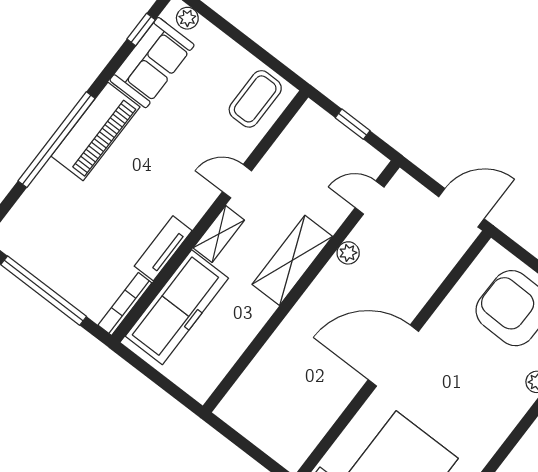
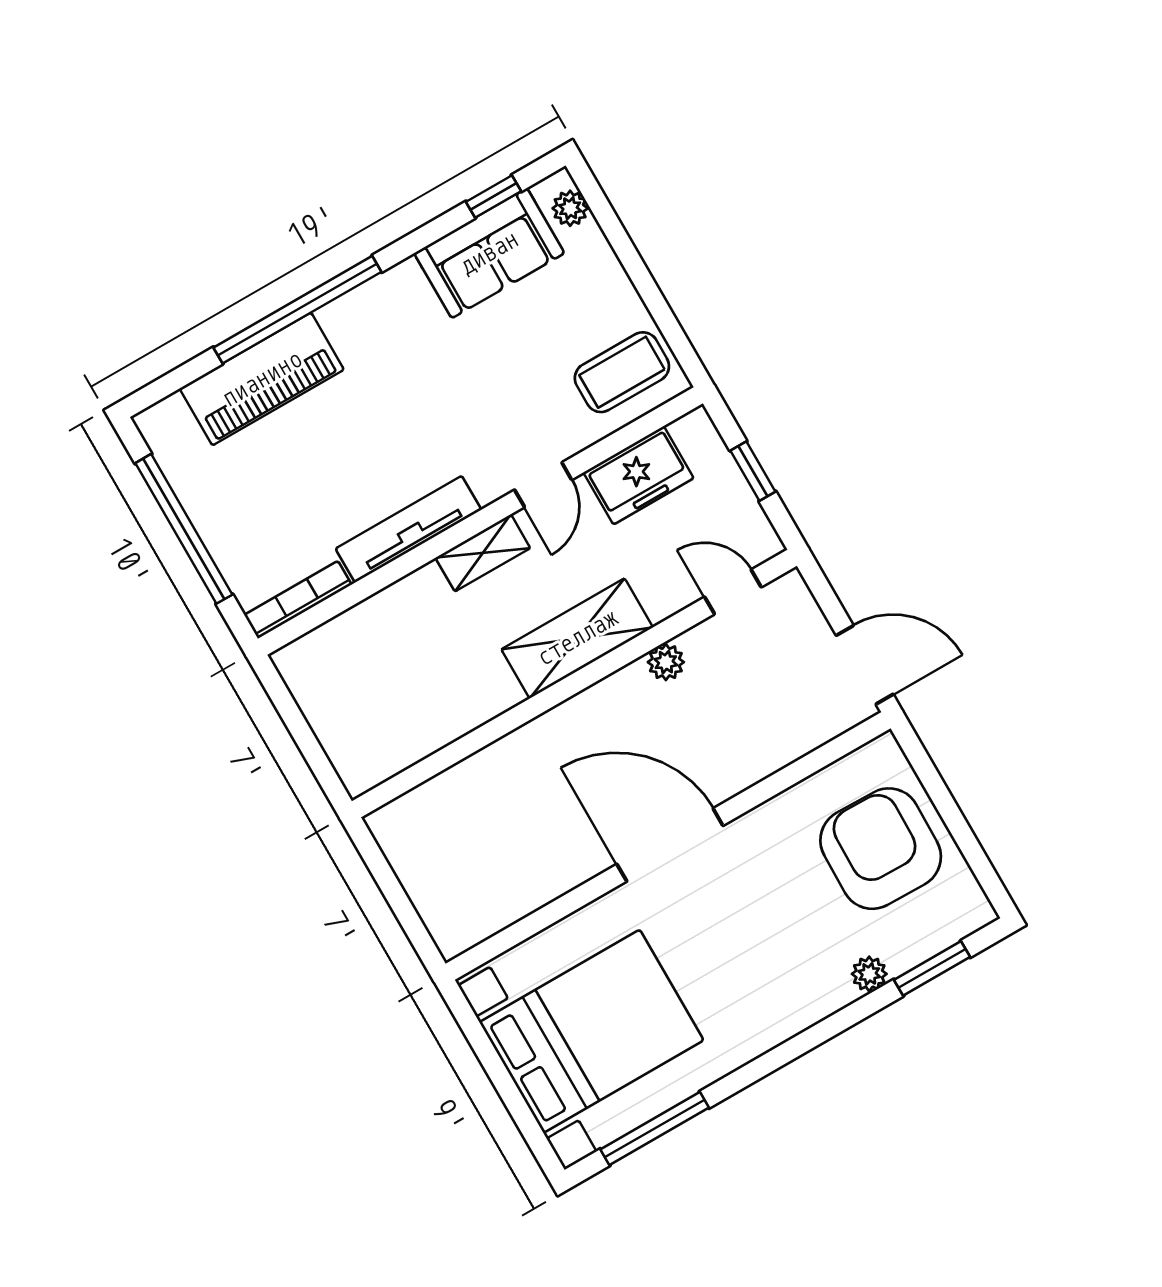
piano: (96, 131) -> (262, 379), moved
door: (237, 181) -> (543, 485), swing flipped
tv unit: (163, 248) -> (408, 529), width x1.41
freezer: (177, 307) -> (638, 475), moved, width x0.52, depth x0.79

